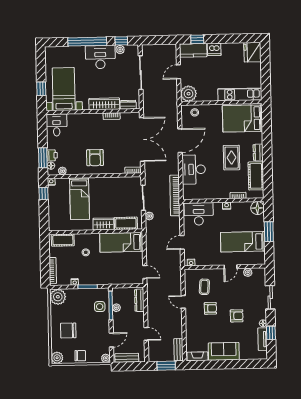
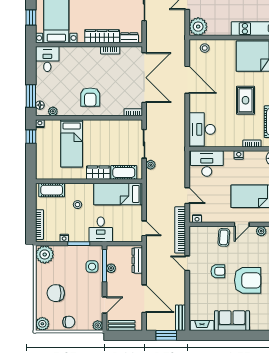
door: (180, 141) -> (187, 80), hinge flipped
printer: (52, 155) -> (41, 93), removed
desk: (194, 169) -> (202, 129), moved
bookcase: (175, 195) -> (180, 230), moved
door: (182, 242) -> (187, 196), swing flipped
desk: (107, 274) -> (101, 229), added
coffee table: (204, 287) -> (224, 237), moved
armchair: (237, 316) -> (248, 280), width x1.88, depth x1.88
door: (146, 334) -> (144, 299), width x1.87

